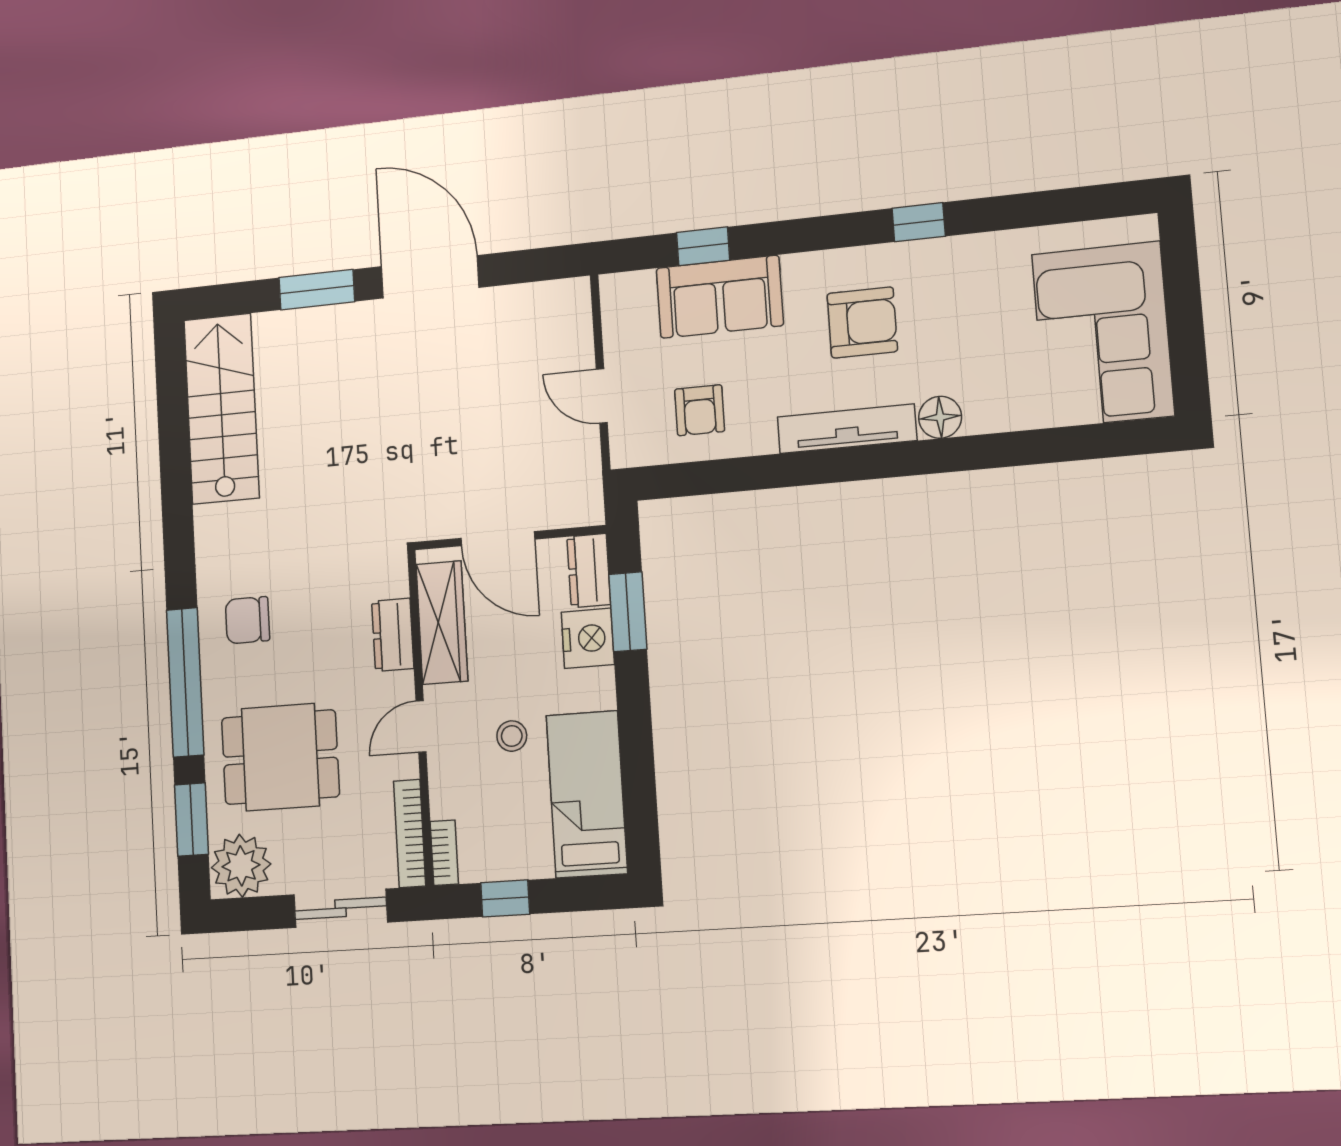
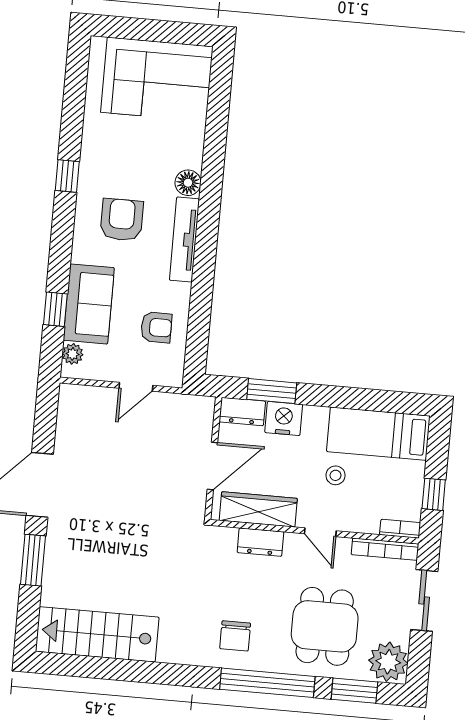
plant: (638, 287) -> (73, 354), added

